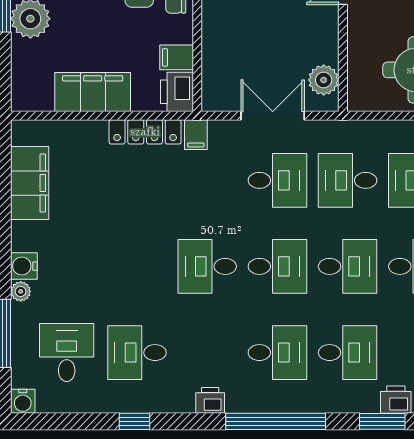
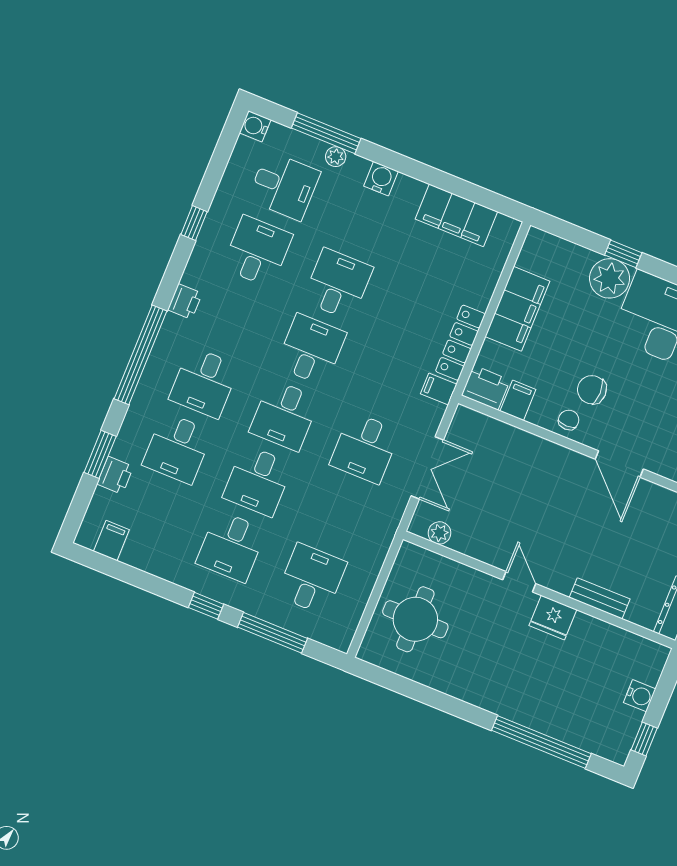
plant: (324, 80) -> (440, 533), width x0.73, depth x0.73
desk: (348, 180) -> (338, 284), moved
plant: (21, 291) -> (336, 157), moved

